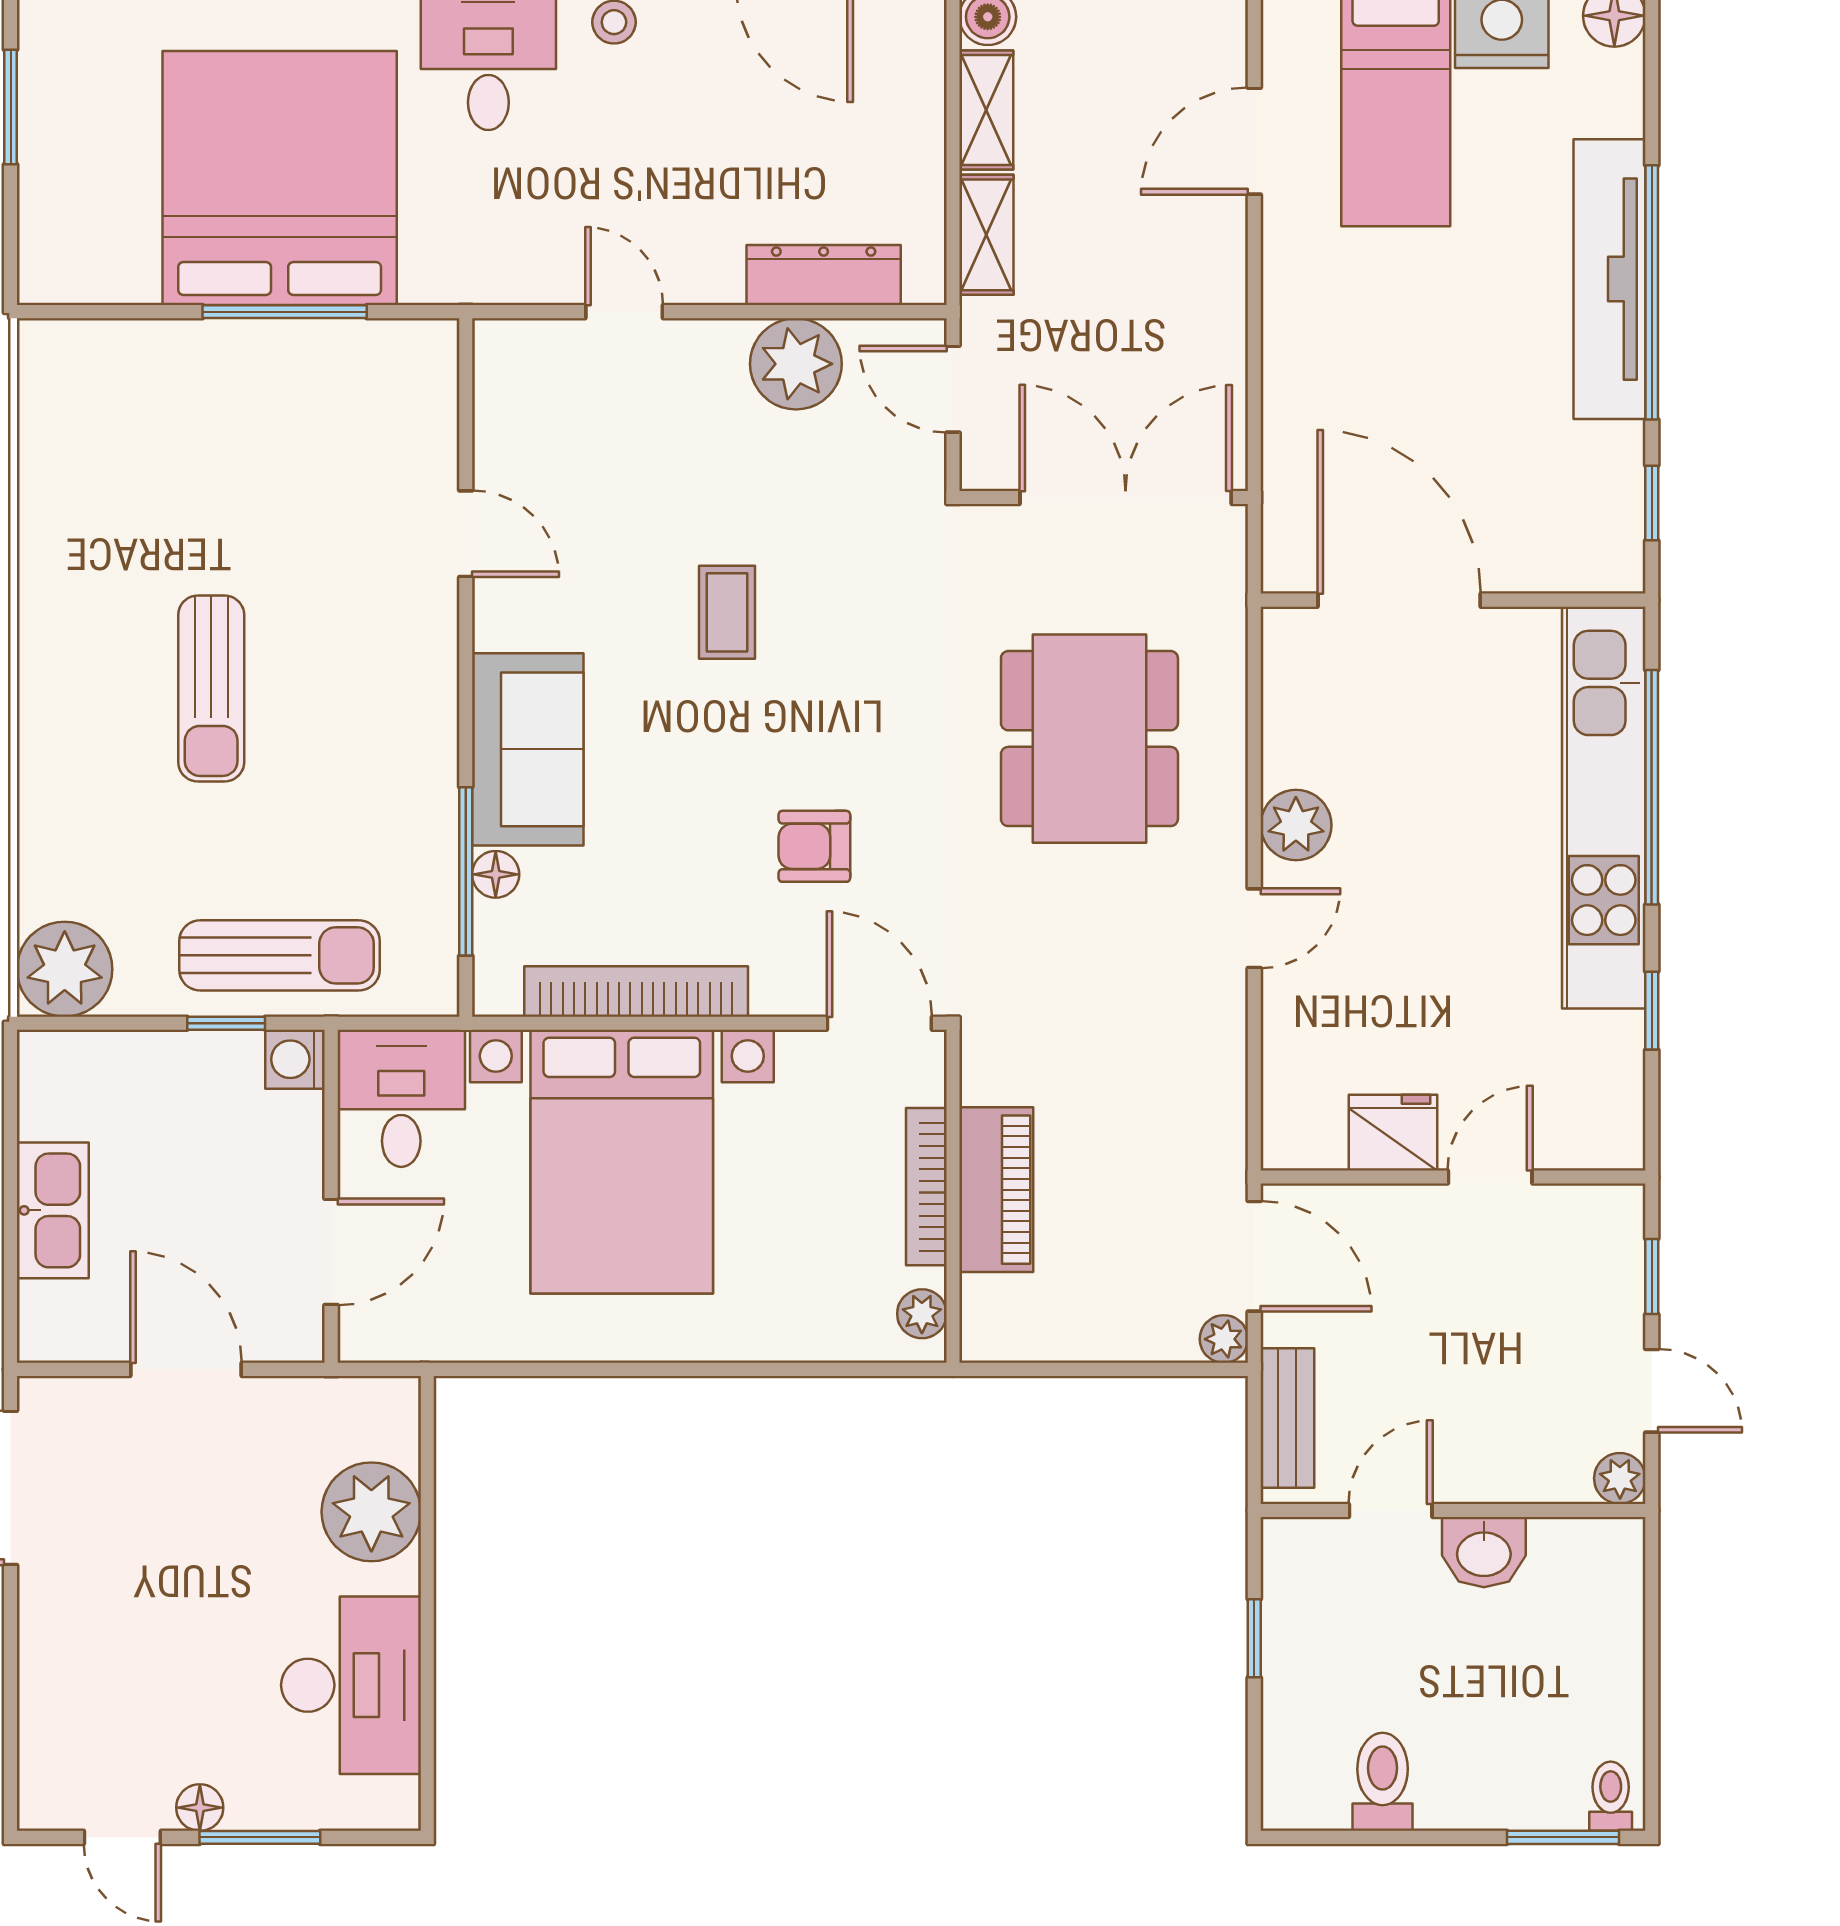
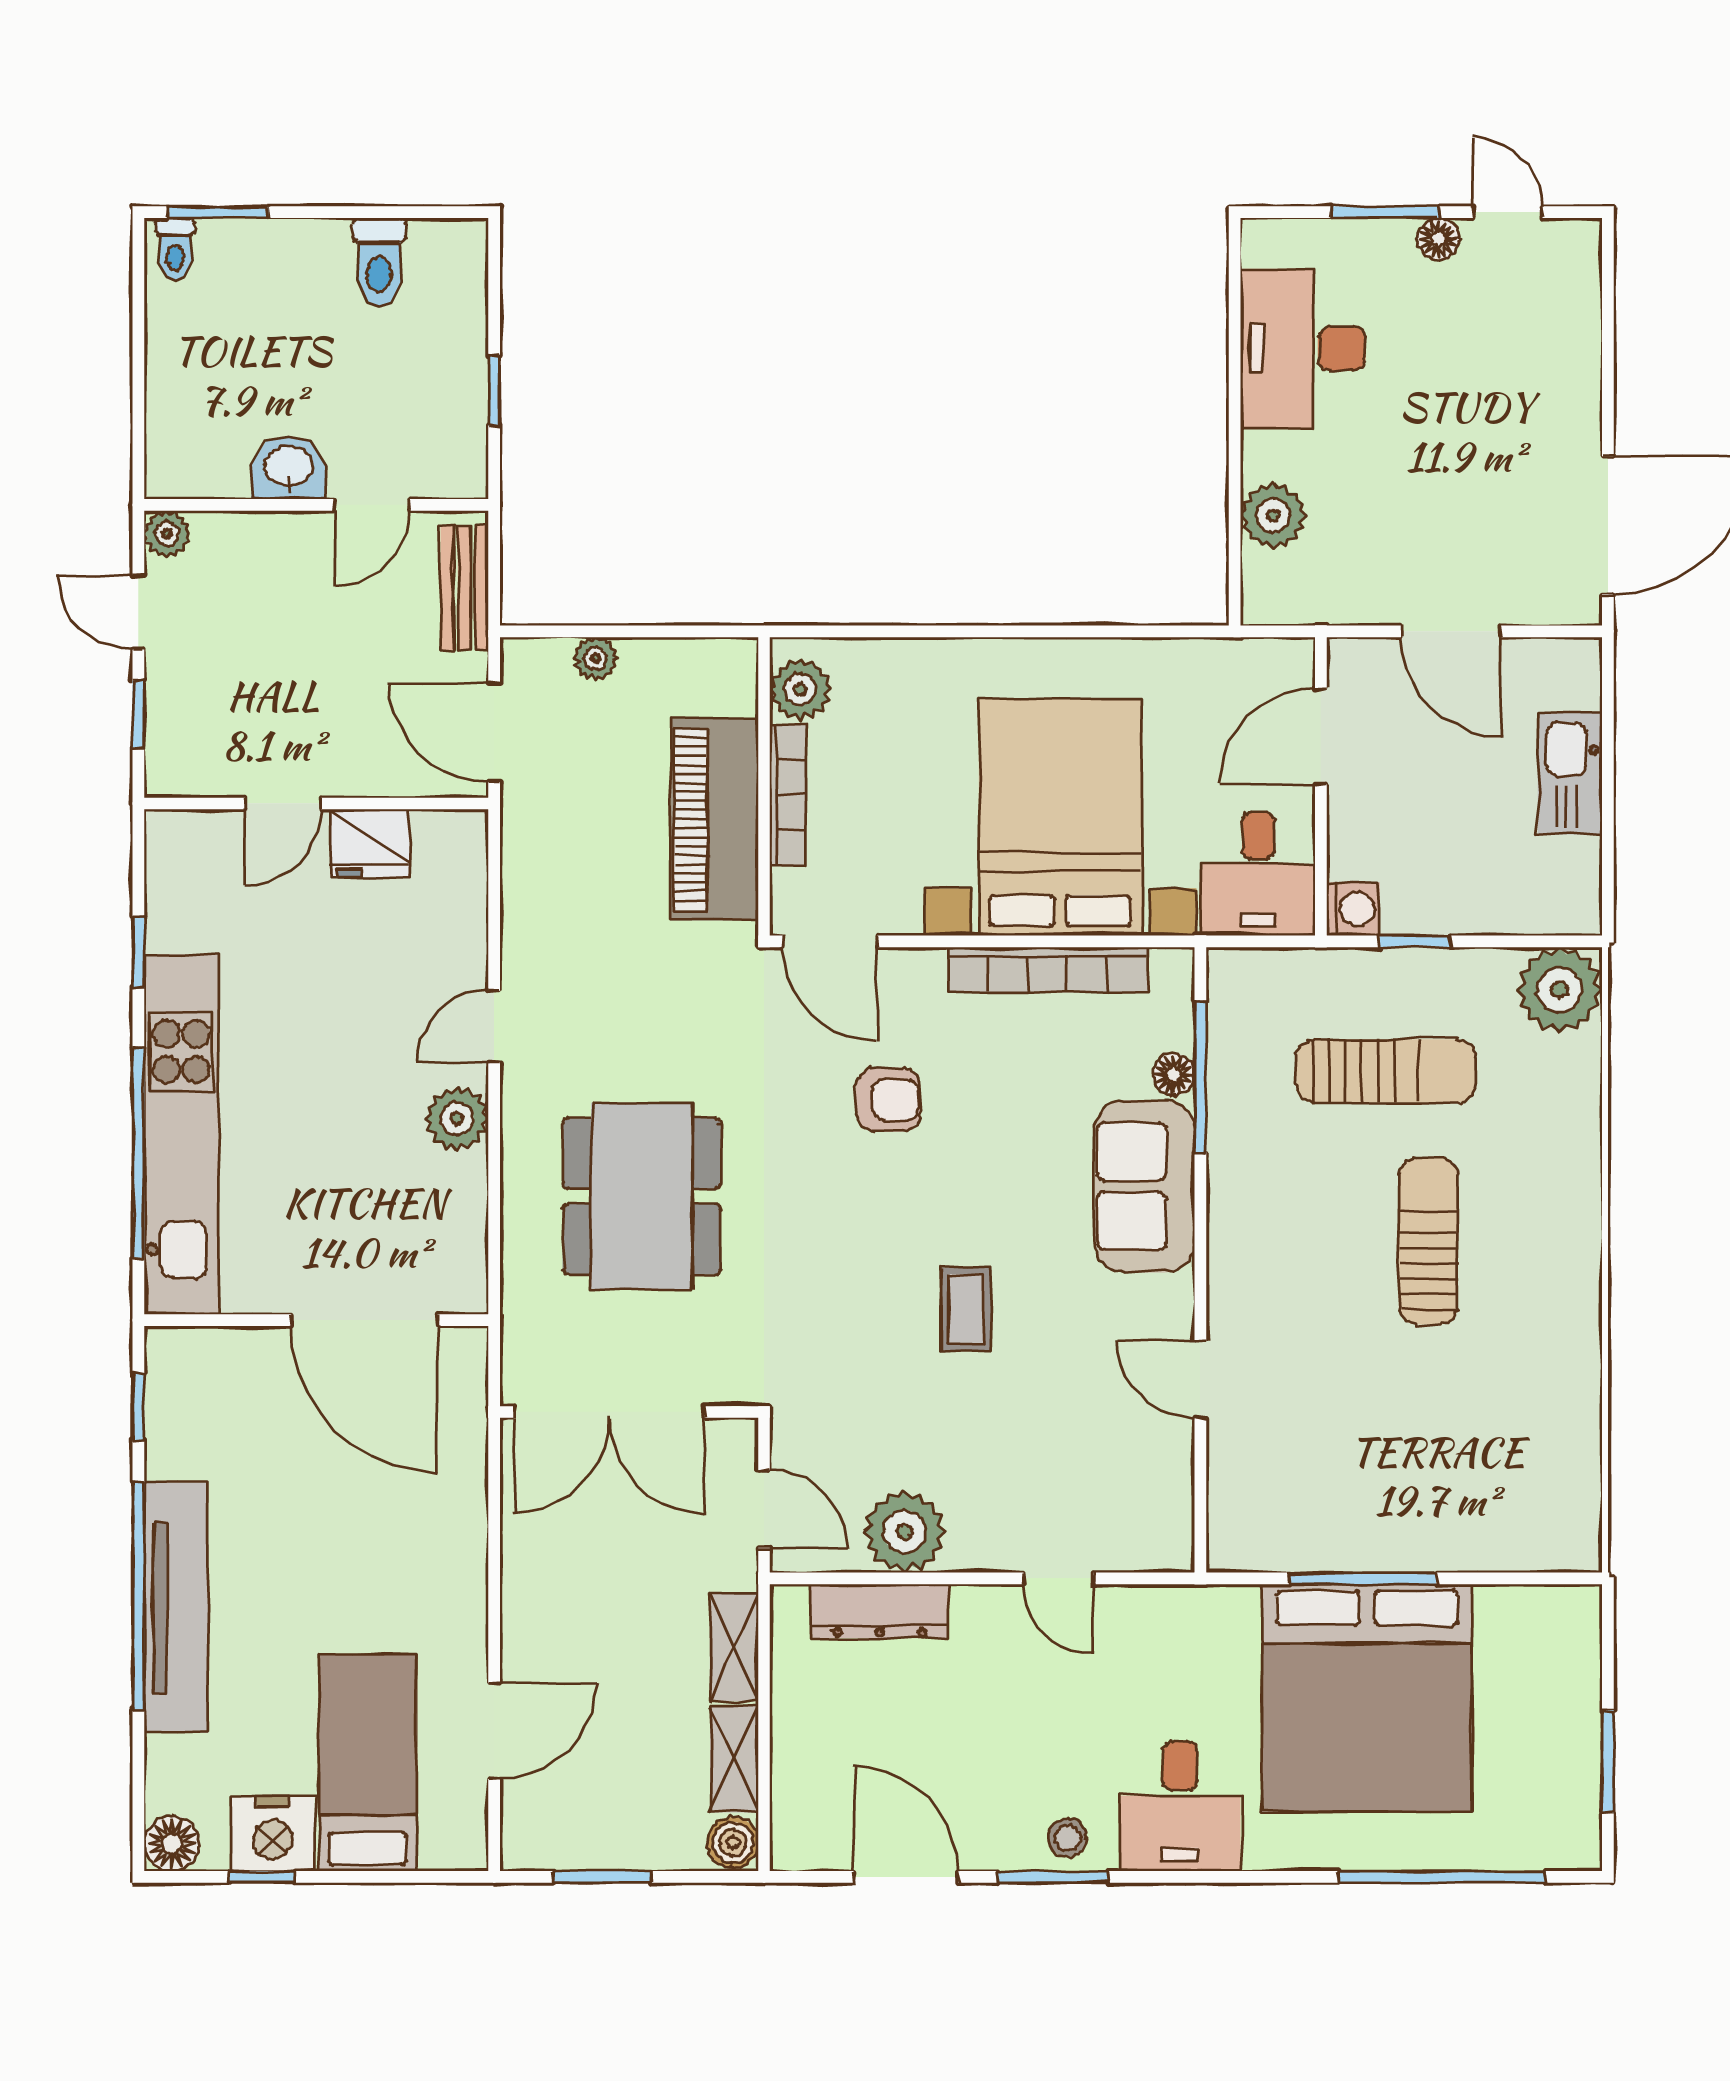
sun lounger: (279, 955) -> (1386, 1071), moved, turned 180
piano: (996, 1190) -> (714, 819), width x1.37, depth x1.33
plant: (922, 1314) -> (800, 689), width x1.38, depth x1.38
plant: (1224, 1339) -> (595, 659), moved
plant: (371, 1512) -> (1273, 516), width x0.73, depth x0.73

